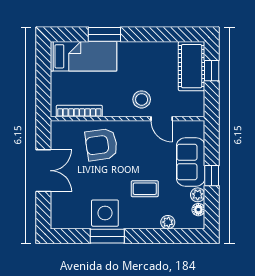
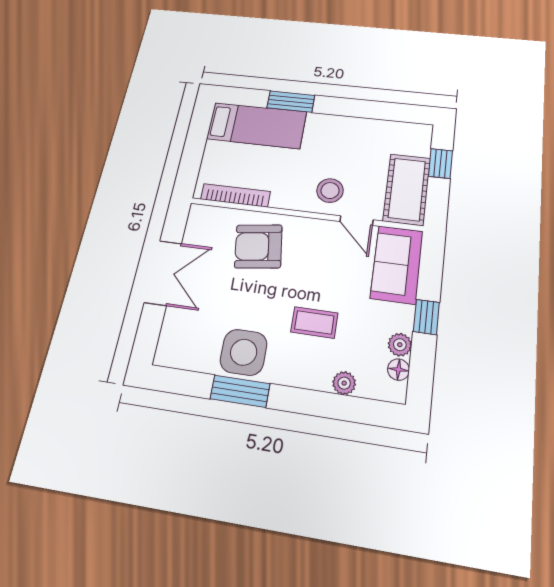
cot: (192, 66) -> (407, 189), moved
sofa: (191, 162) -> (397, 264), moved

